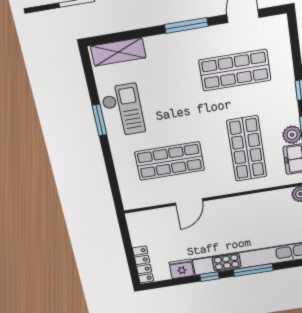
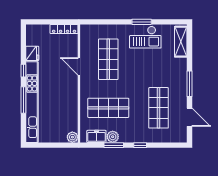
locker: (143, 265) -> (64, 29), moved

